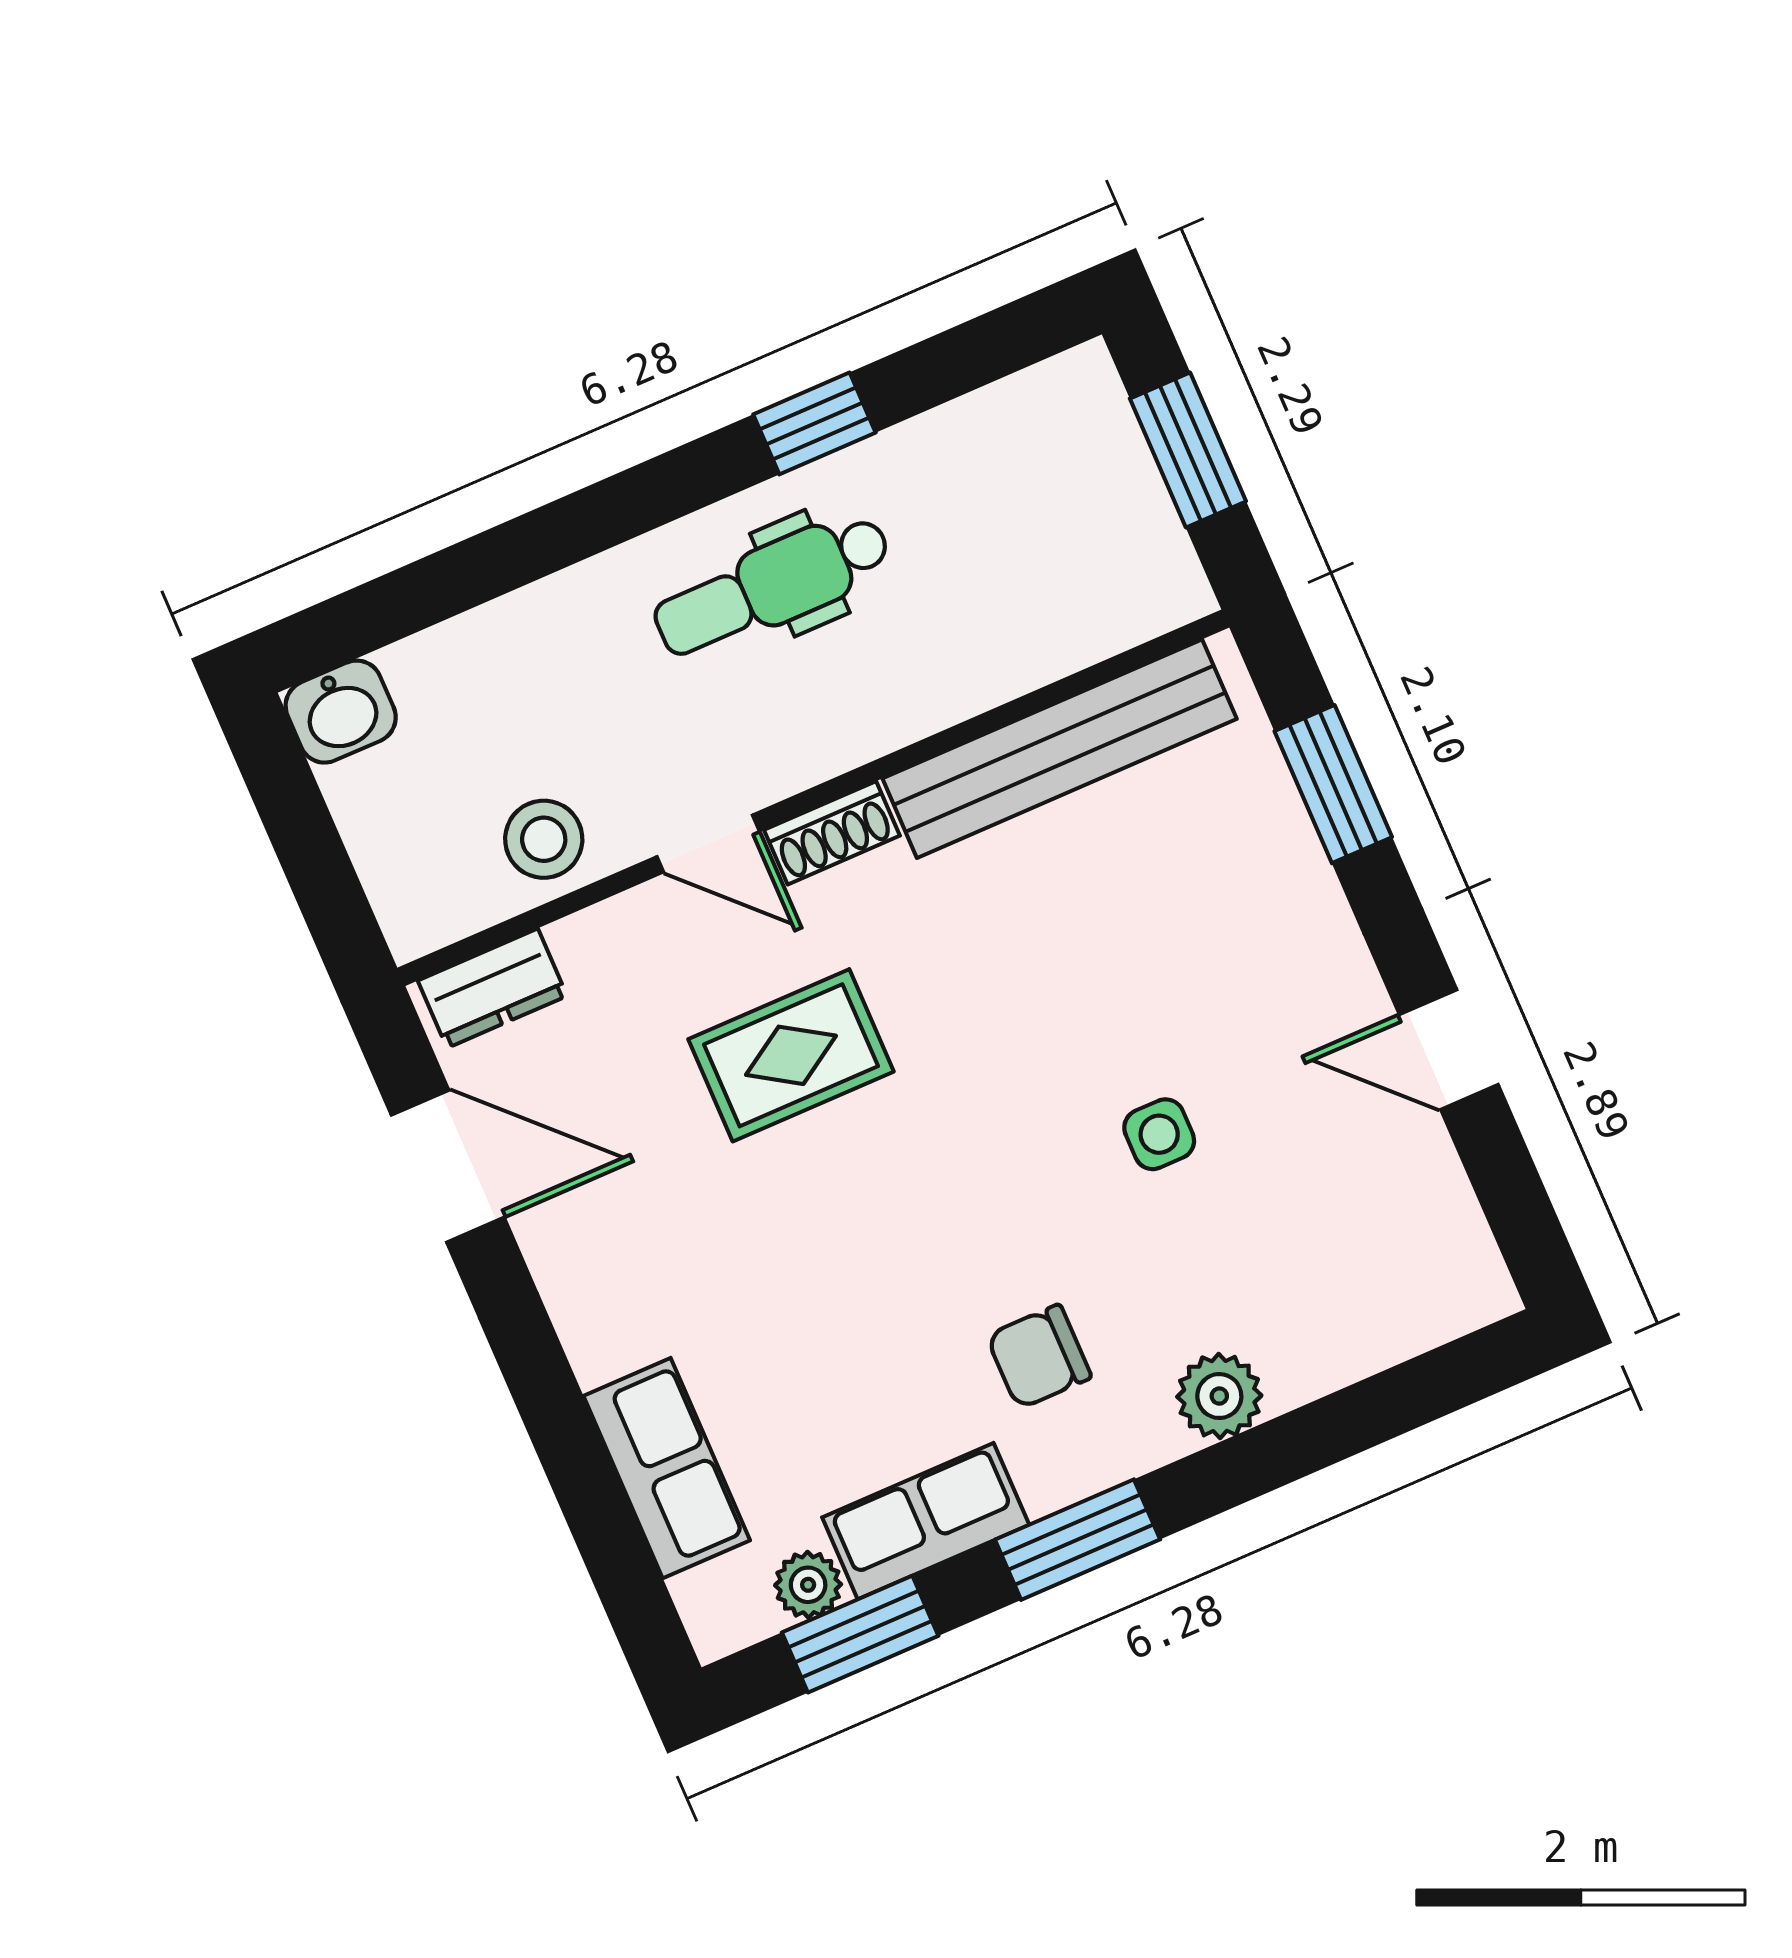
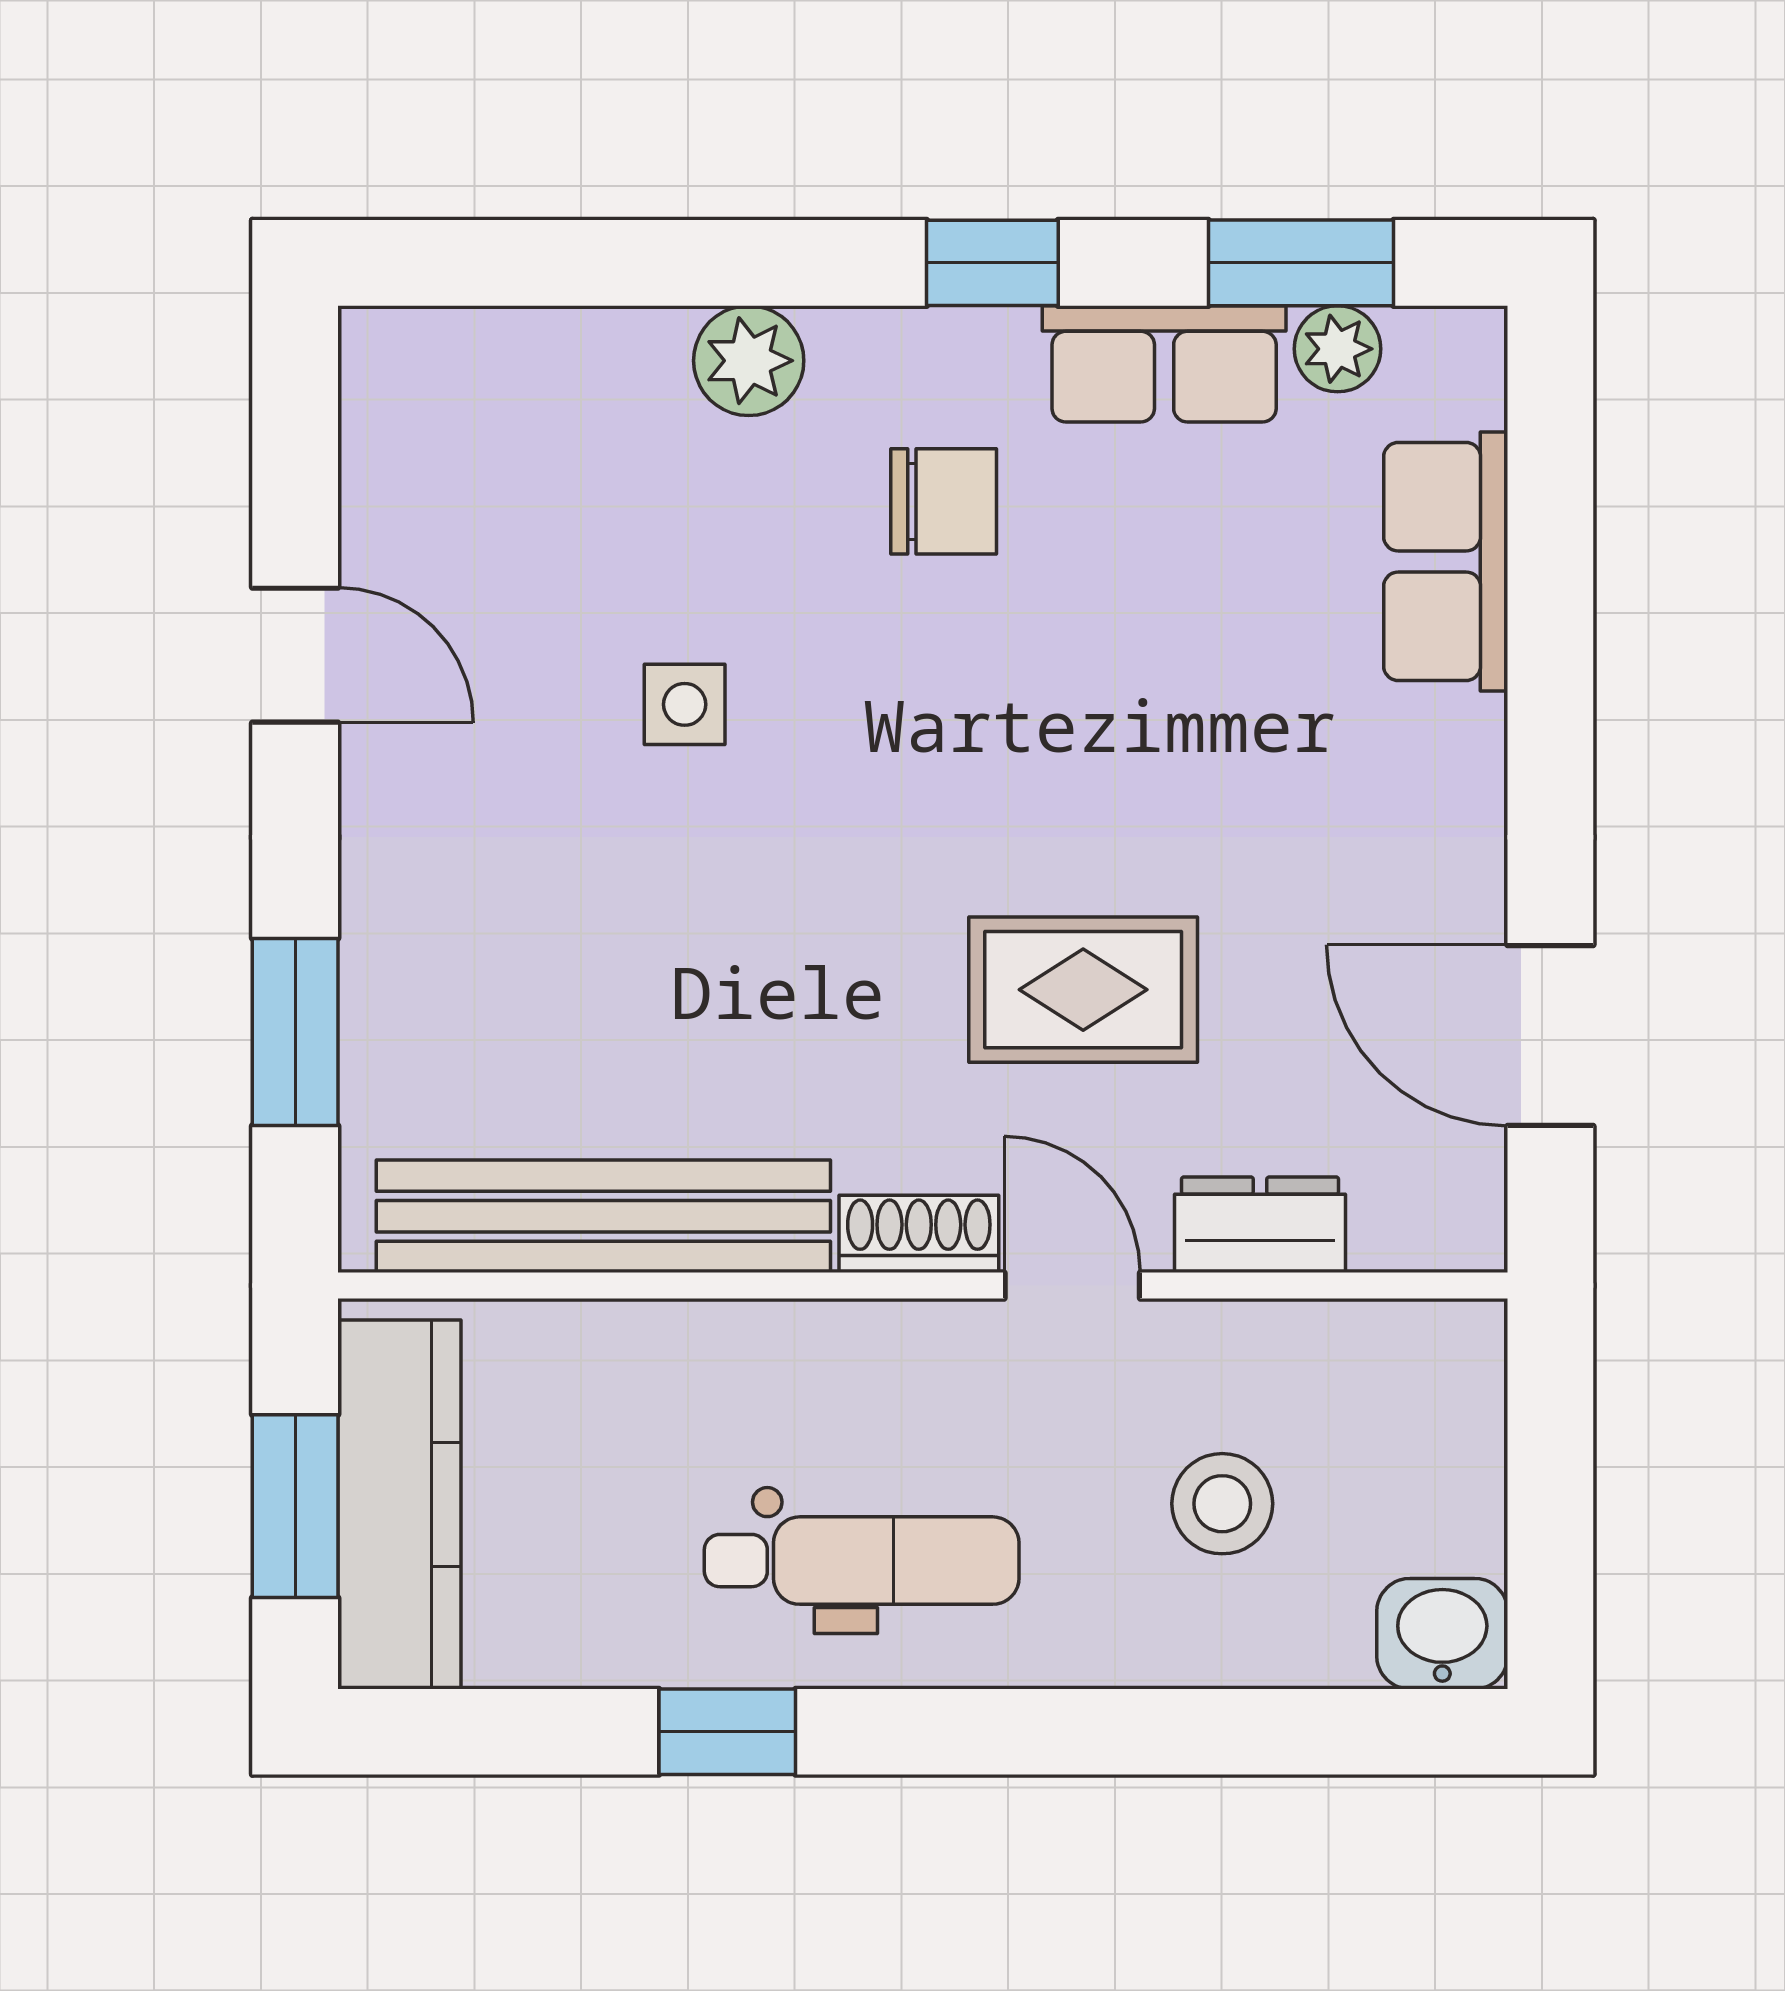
kitchen counter: (1115, 483) -> (399, 1505), added
stool: (544, 839) -> (1222, 1504), moved
dresser: (492, 988) -> (1260, 1225), moved
window: (1078, 1540) -> (992, 263), width x0.67

